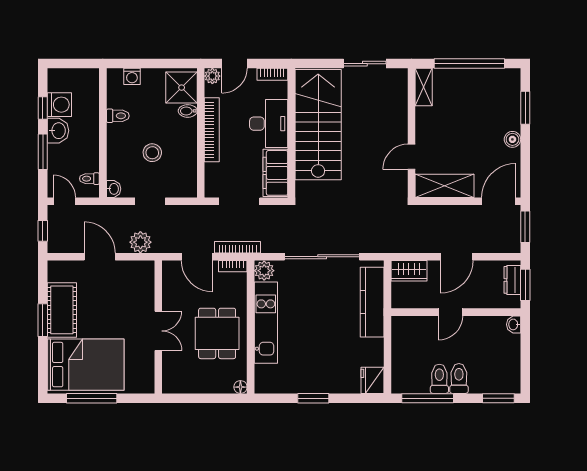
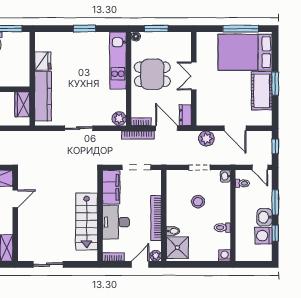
washing machine: (132, 76) -> (225, 255), moved
stairs: (318, 125) -> (87, 221), width x0.73, depth x0.66
sliding door: (322, 257) -> (78, 128), width x0.54
wardrobe: (409, 271) -> (22, 104), moved, turned -90
dresser: (170, 275) -> (185, 115), added
kitchen unit: (266, 323) -> (118, 61), moved
dining table: (217, 333) -> (152, 74), turned 90
fridge: (372, 380) -> (43, 61), moved
window: (212, 398) -> (156, 29), added

